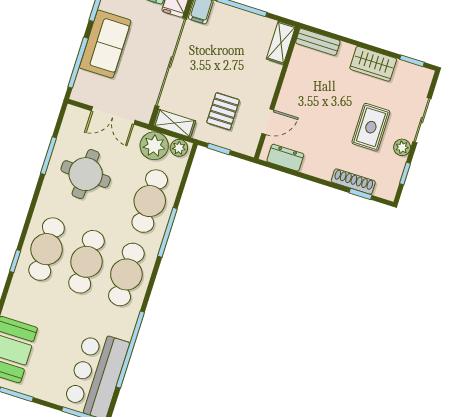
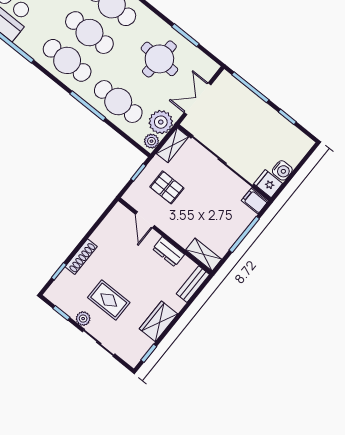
sofa: (105, 44) -> (257, 114), removed
dresser: (285, 158) -> (169, 252), moved, turned 90
shoe rack: (353, 182) -> (81, 257), moved

